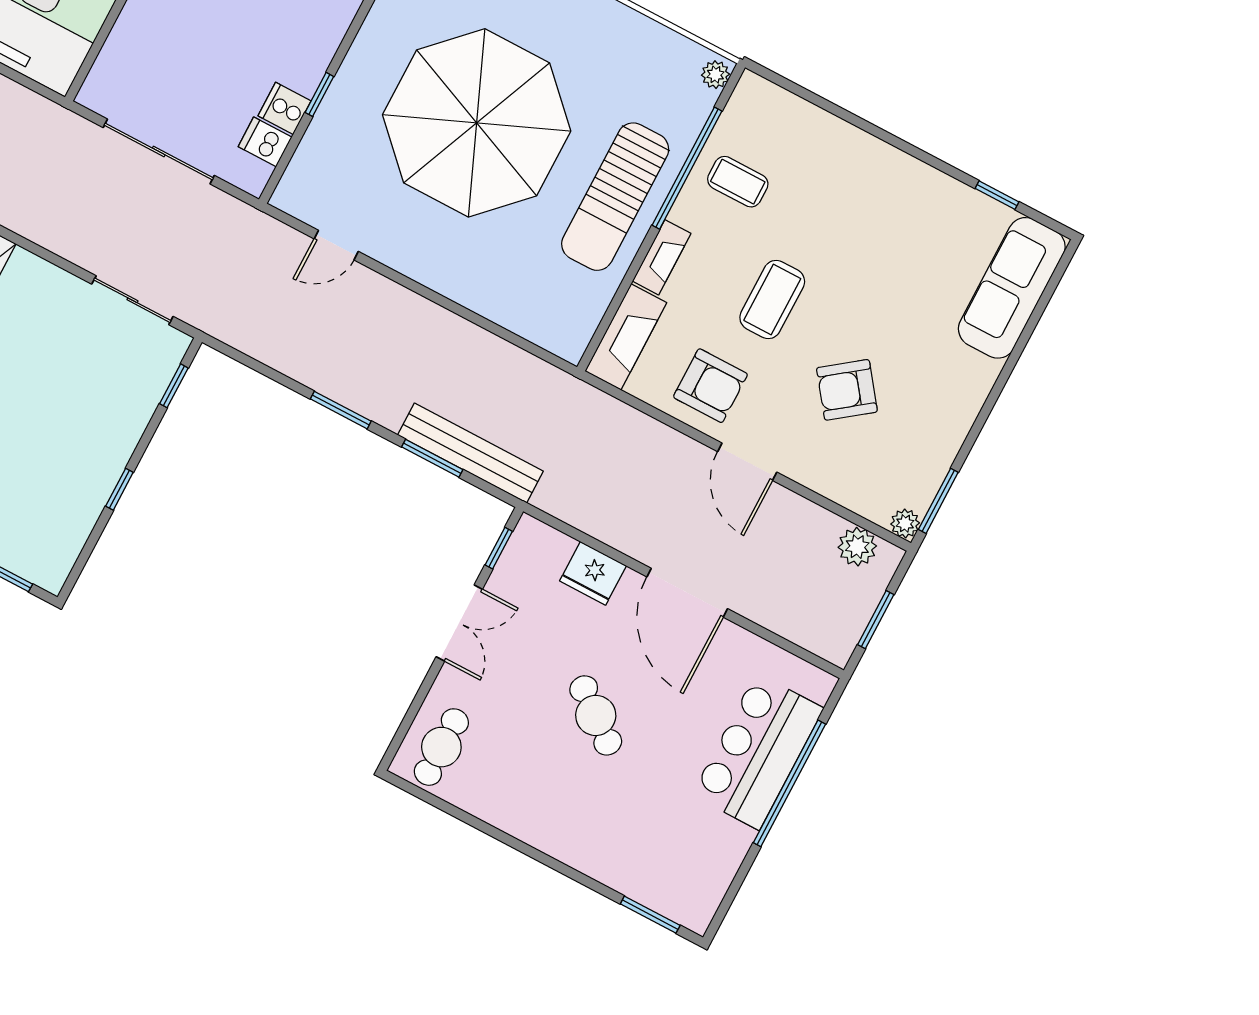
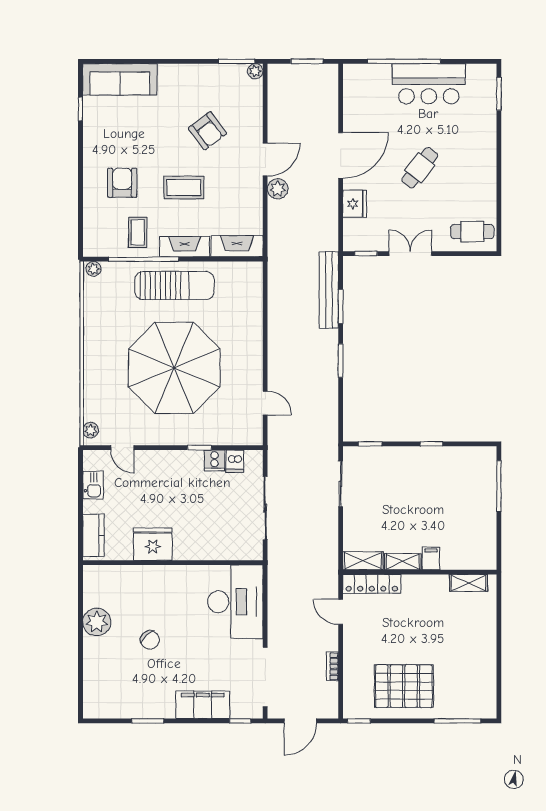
fireplace: (662, 257) -> (185, 247), width x1.37, depth x1.32
armchair: (710, 386) -> (122, 183), moved
plant: (857, 547) -> (278, 189), moved
bar counter: (758, 751) -> (429, 84), moved

